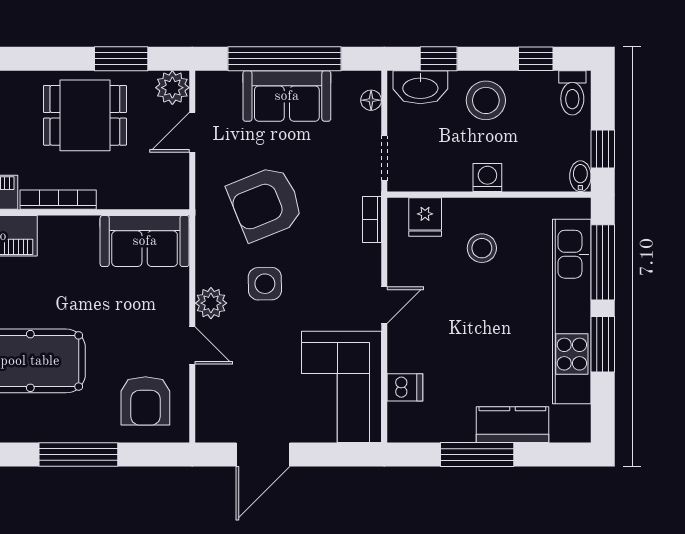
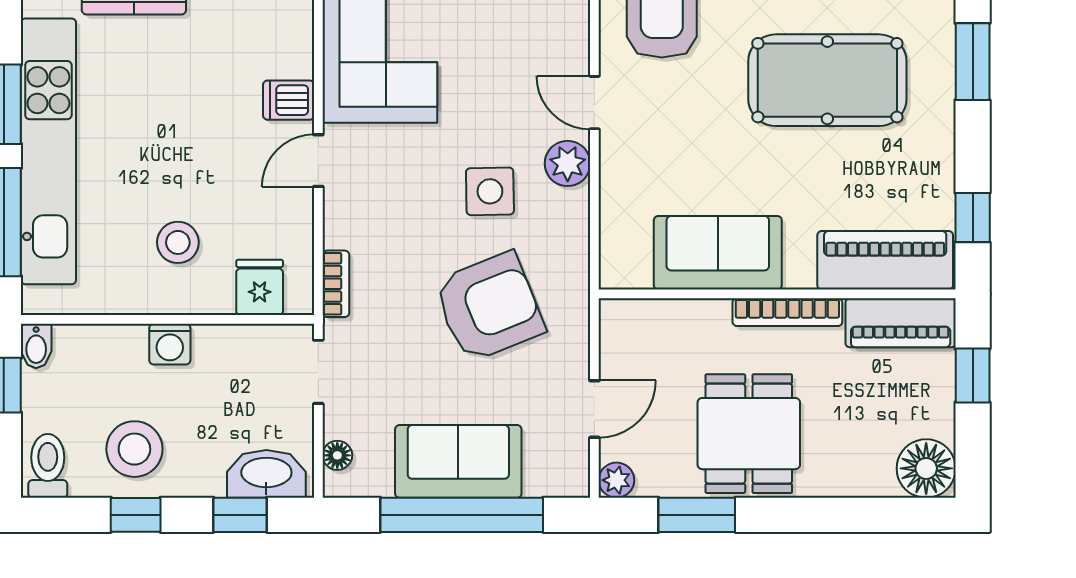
window: (536, 59) -> (136, 515), moved
plant: (172, 88) -> (616, 480), width x0.73, depth x0.73
stool: (486, 100) -> (134, 449), moved
dining table: (85, 115) -> (749, 434), turned 90
sofa: (145, 241) -> (718, 253), moved
dishwasher: (405, 387) -> (289, 100), moved

